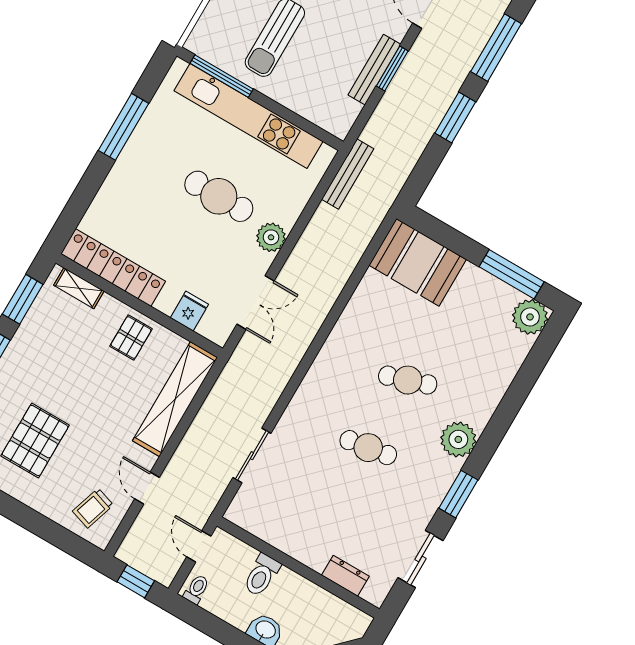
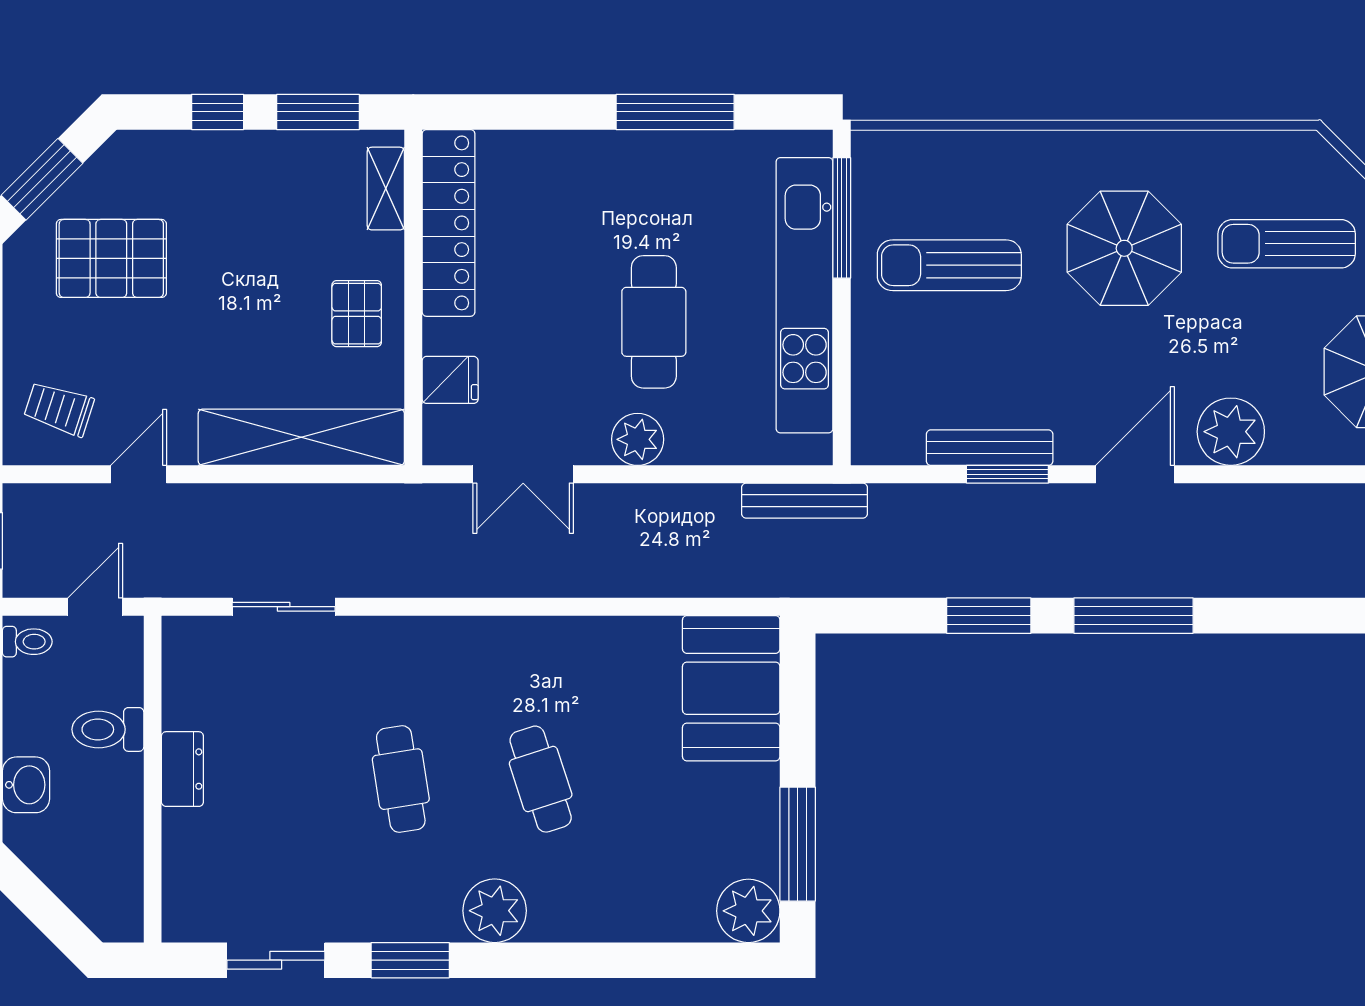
pallet: (131, 338) -> (357, 314), turned 90
dresser: (345, 576) -> (182, 769), moved

